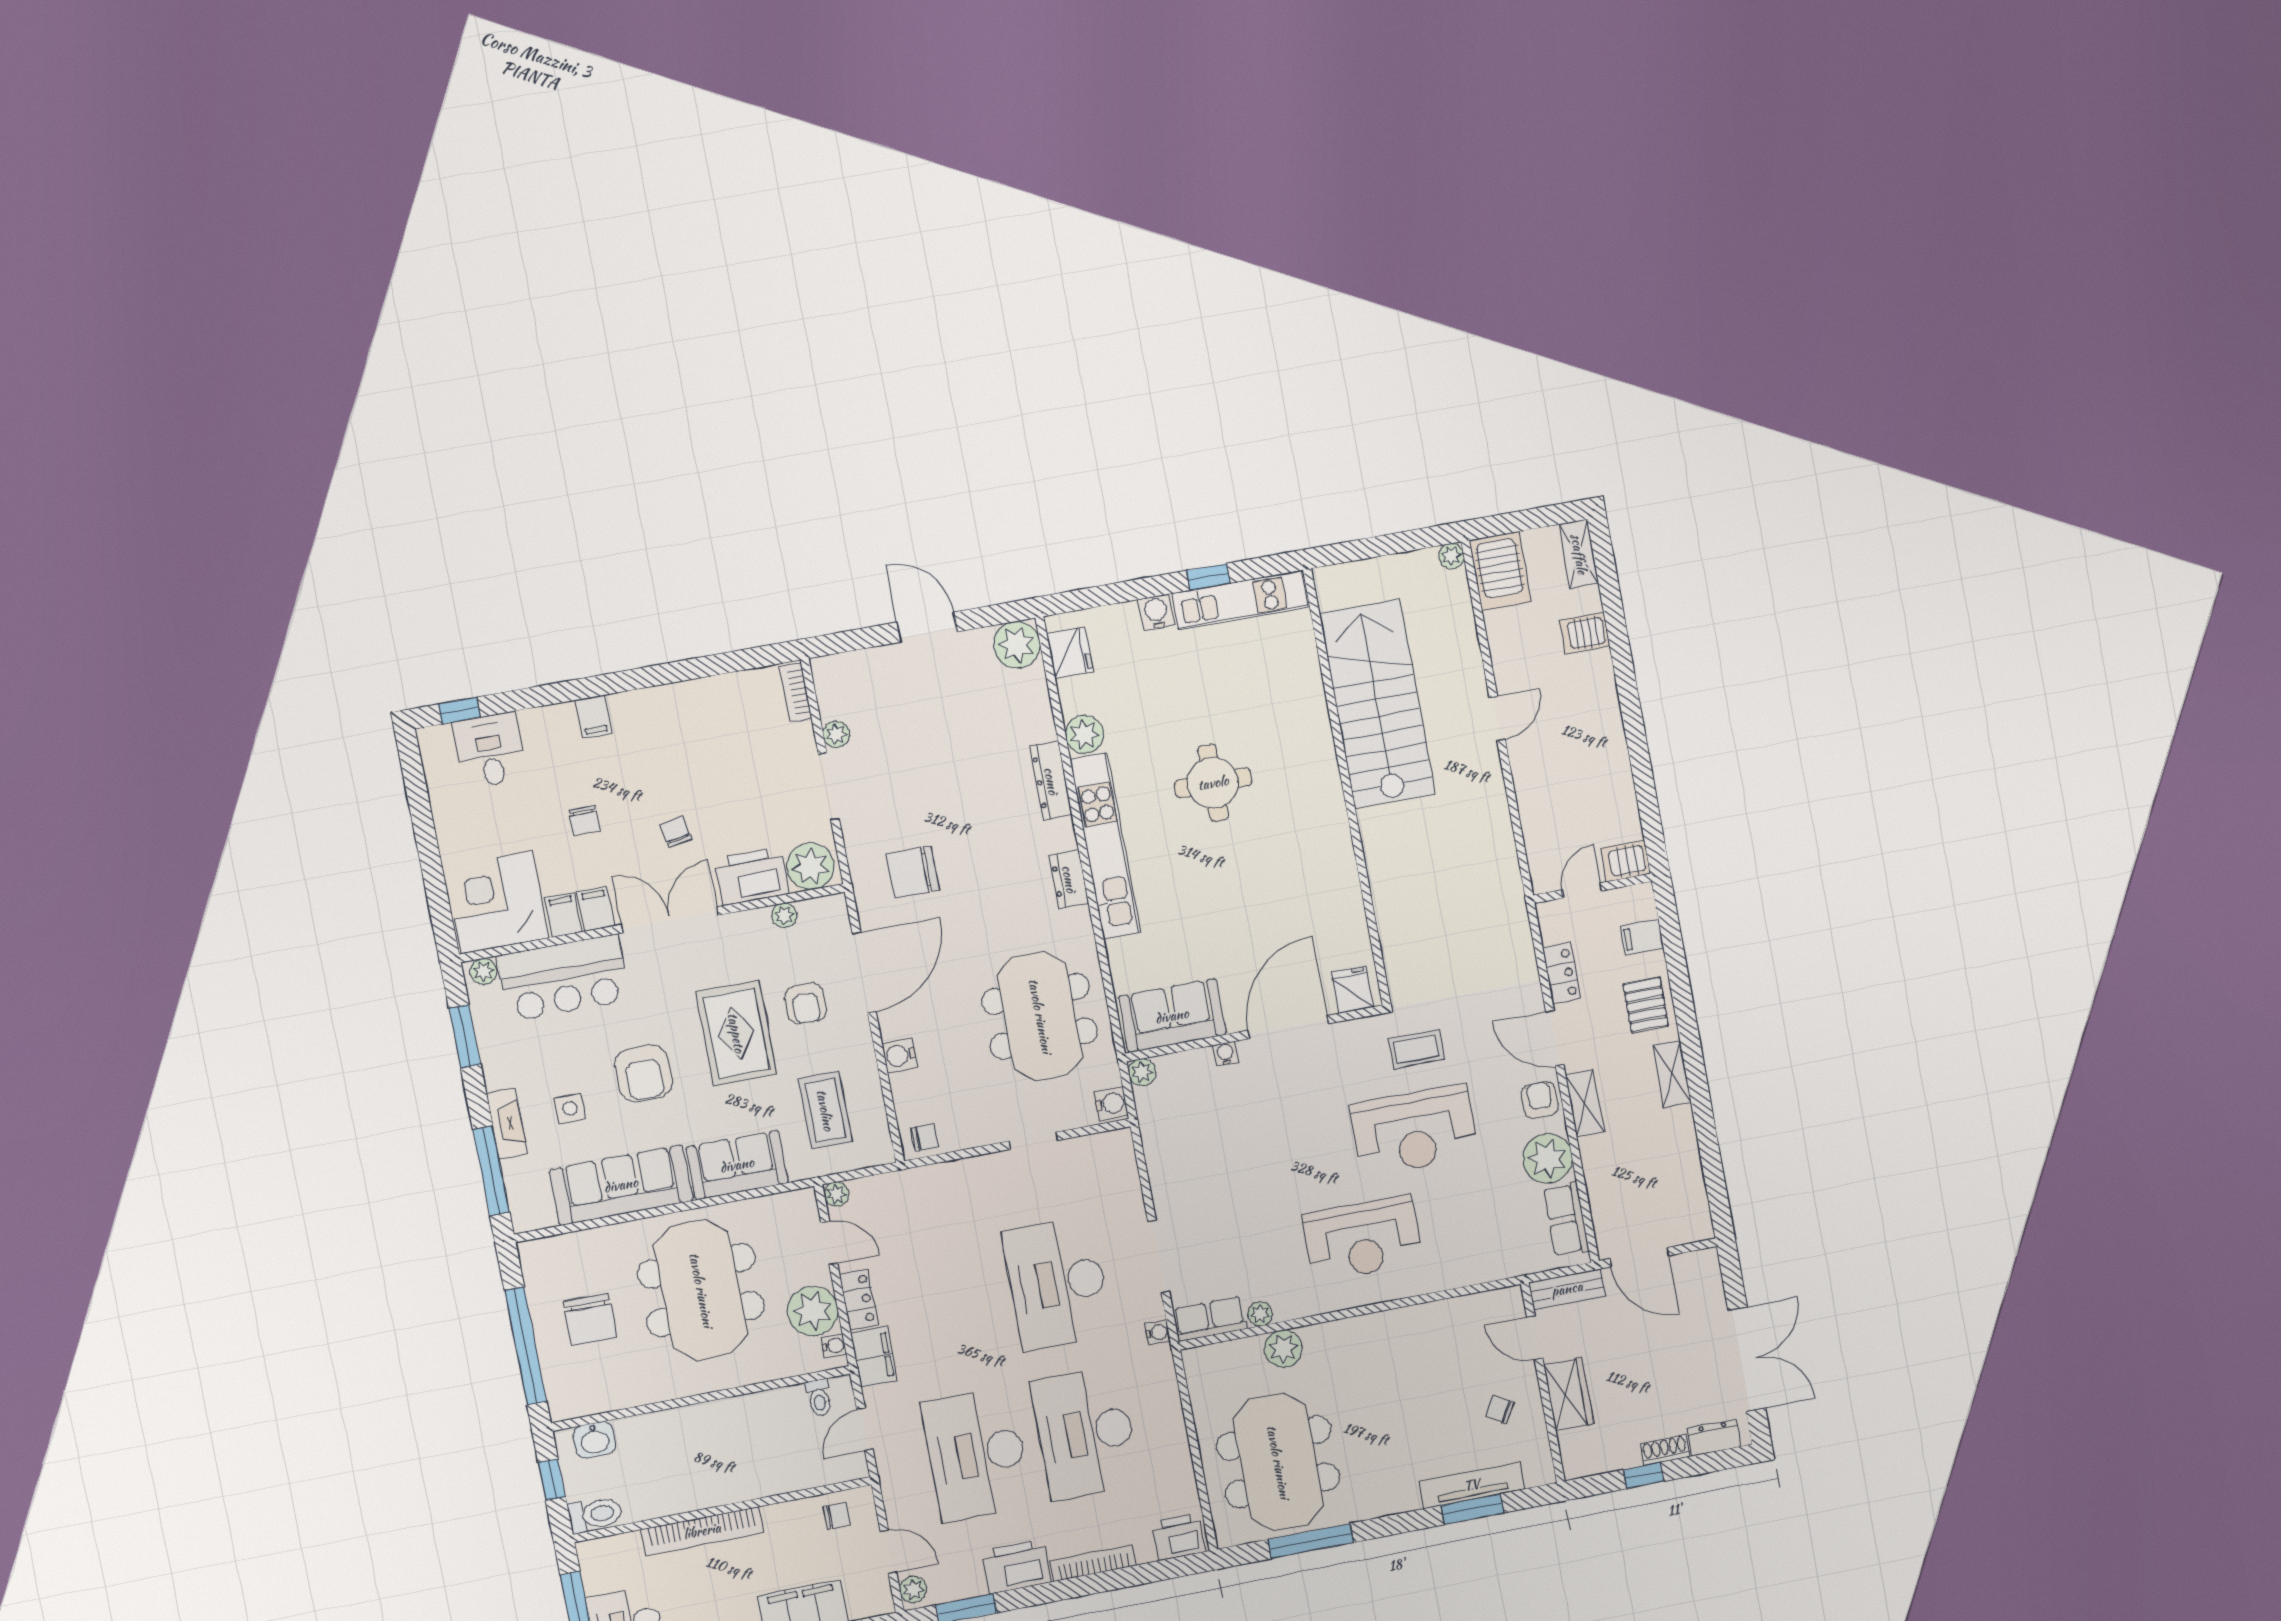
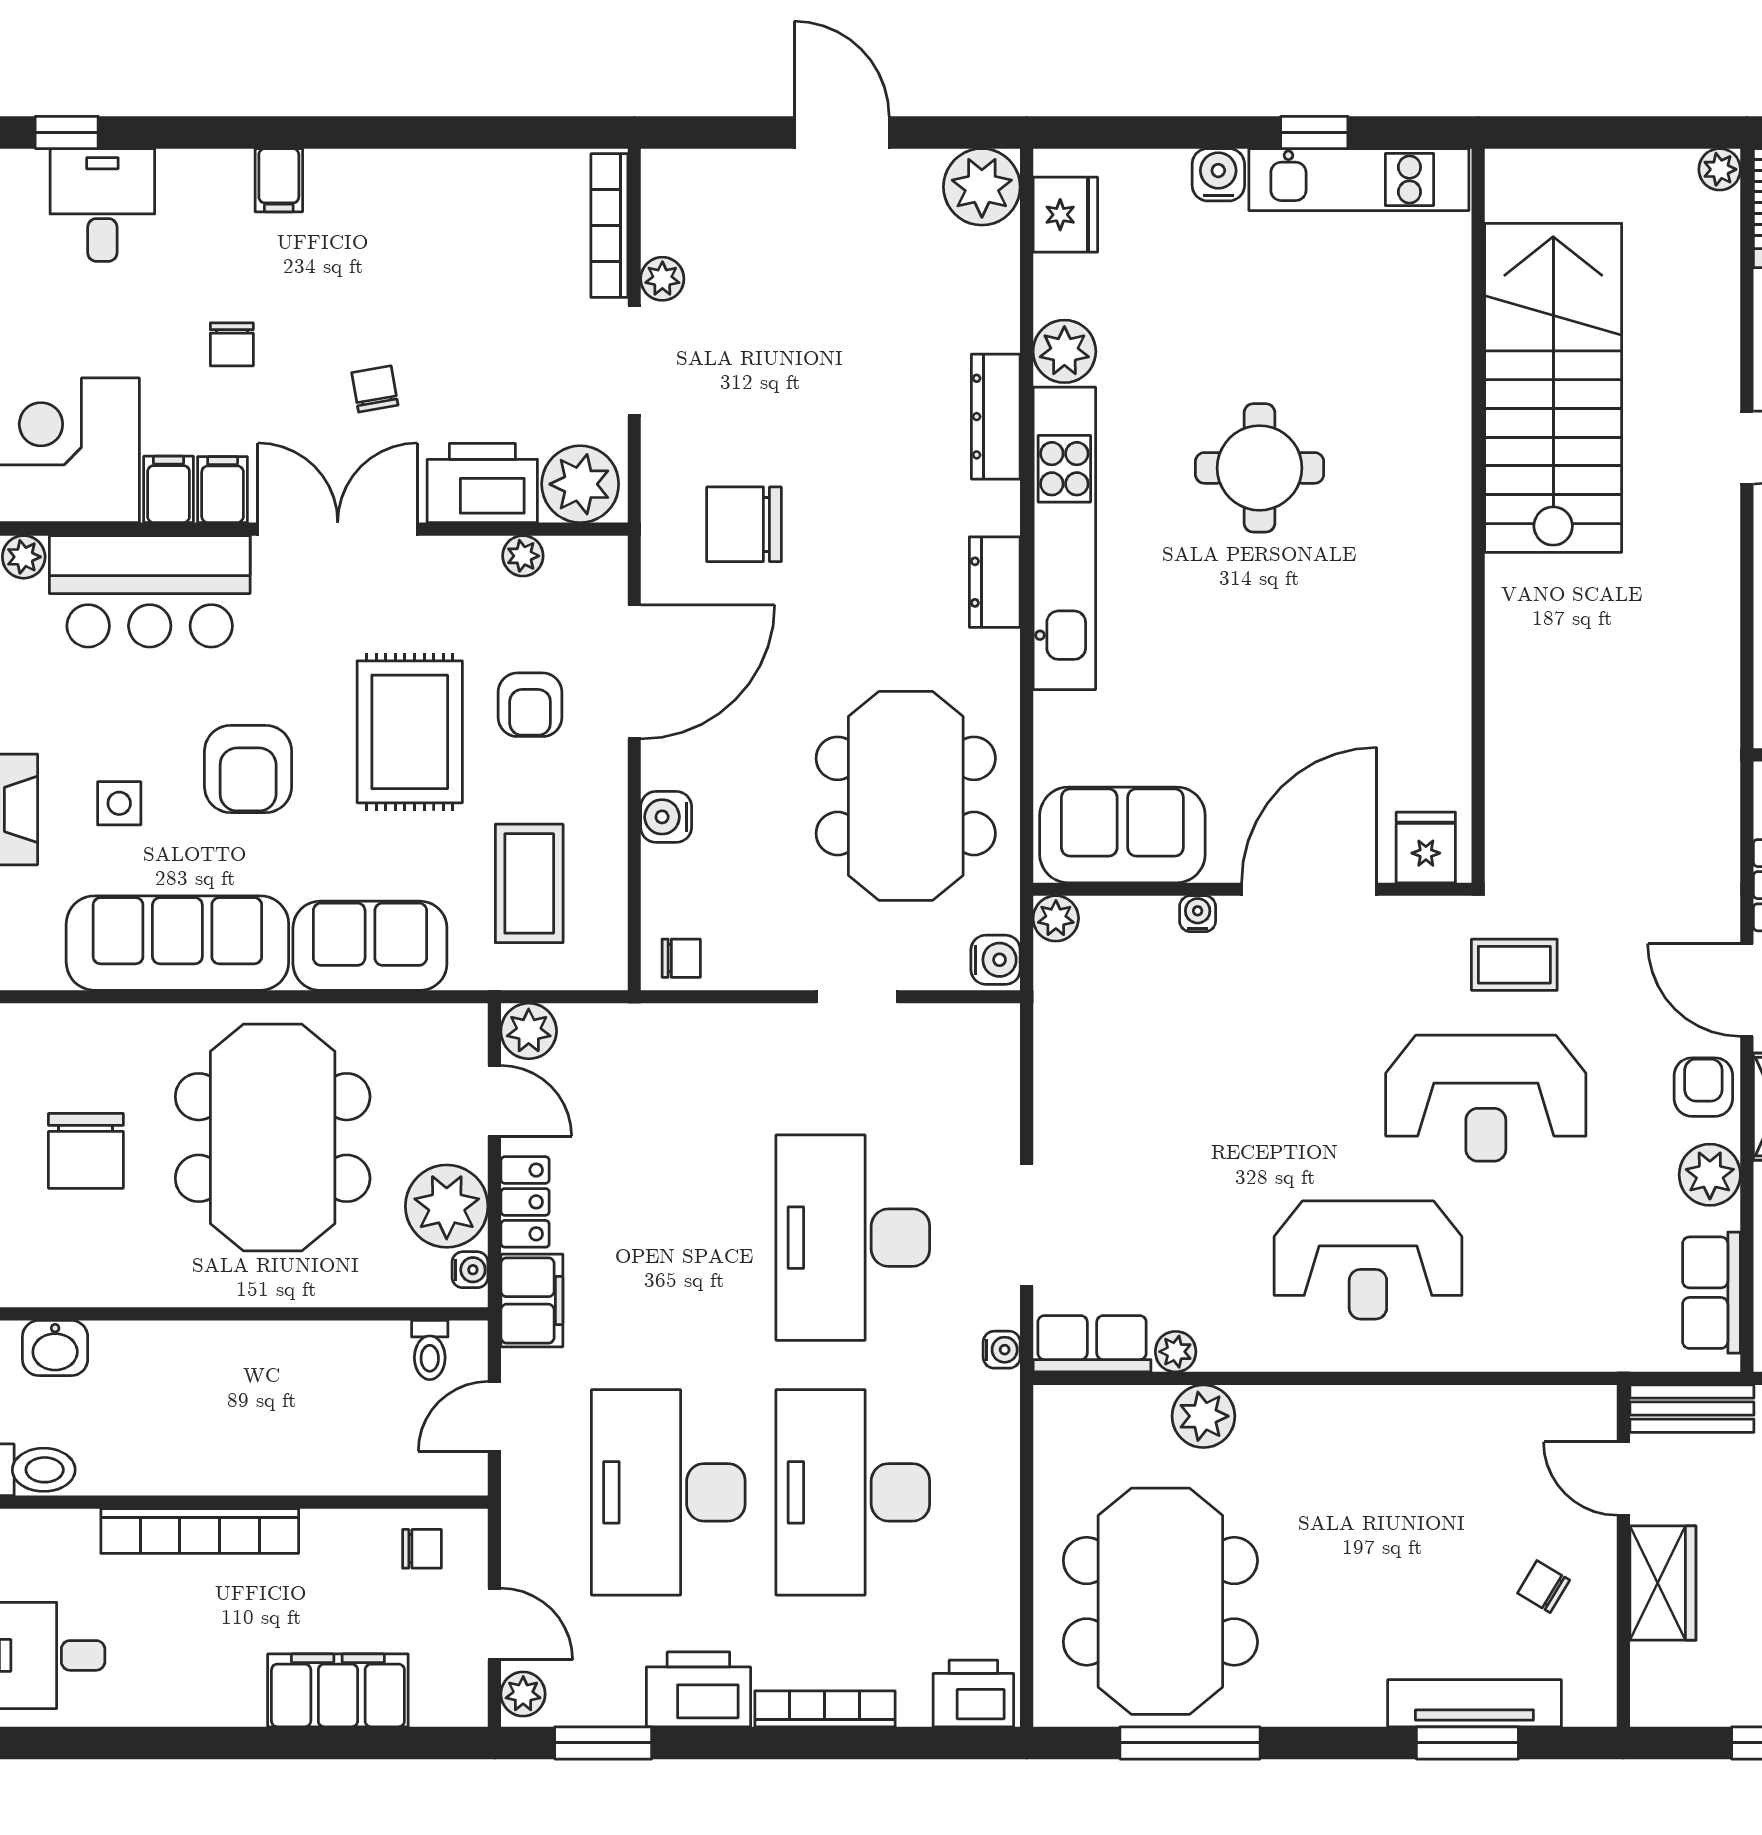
bookcase: (795, 692) -> (609, 226), width x1.56
plant: (1547, 1158) -> (1710, 1175), width x0.73, depth x0.73
plant: (836, 1194) -> (529, 1031), width x1.38, depth x1.38

